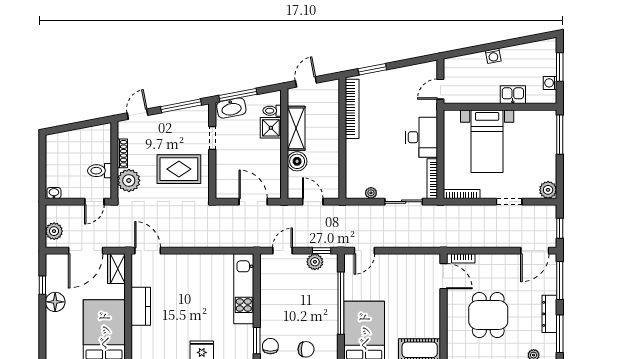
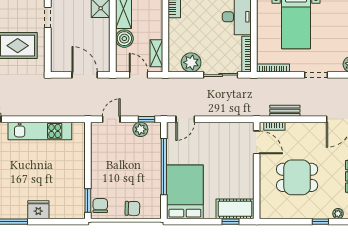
shelving: (333, 178) -> (156, 53), added
plant: (371, 193) -> (191, 62), width x1.87, depth x1.87
bench: (475, 241) -> (285, 111), added
kitchen unit: (244, 289) -> (40, 131), moved, turned -90
dining table: (488, 315) -> (297, 177), turned 90

